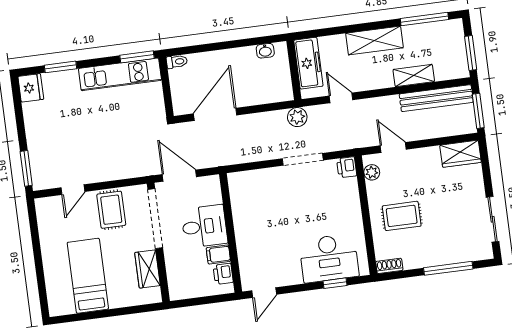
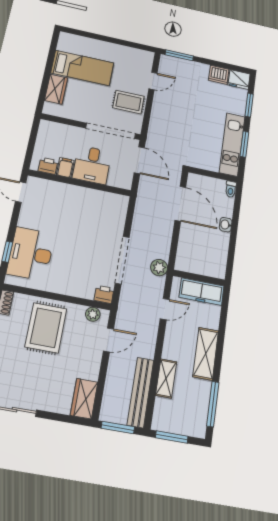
washbasin: (265, 51) -> (226, 225), moved
window: (137, 57) -> (244, 144), moved
dishwasher: (34, 114) -> (219, 75), added
doorway: (303, 159) -> (122, 260), width x1.36
door: (179, 176) -> (139, 160), hinge flipped
door: (73, 190) -> (153, 81), swing flipped
rug: (402, 216) -> (46, 328), width x1.36, depth x1.43
wardrobe: (147, 269) -> (56, 89), moved, turned 90

